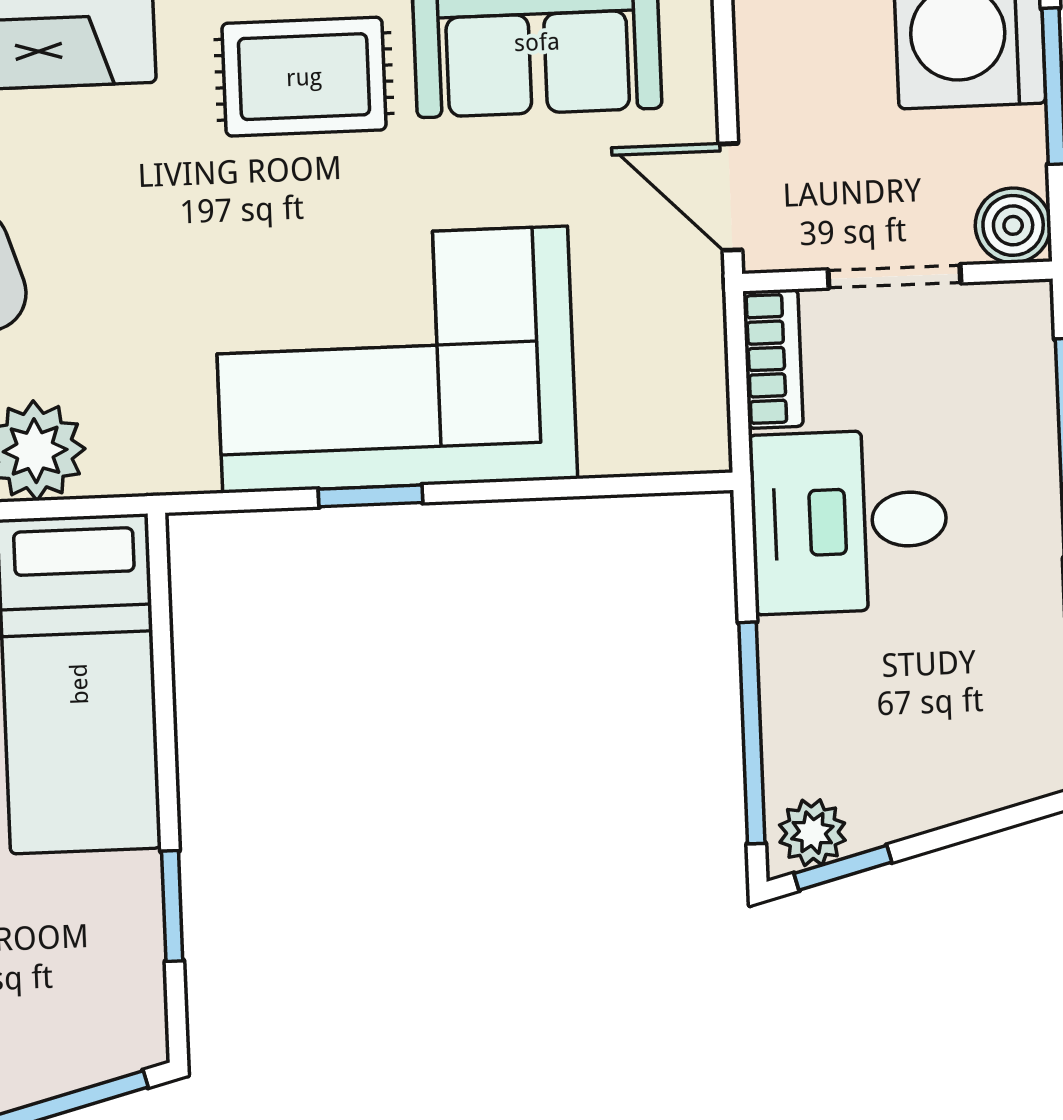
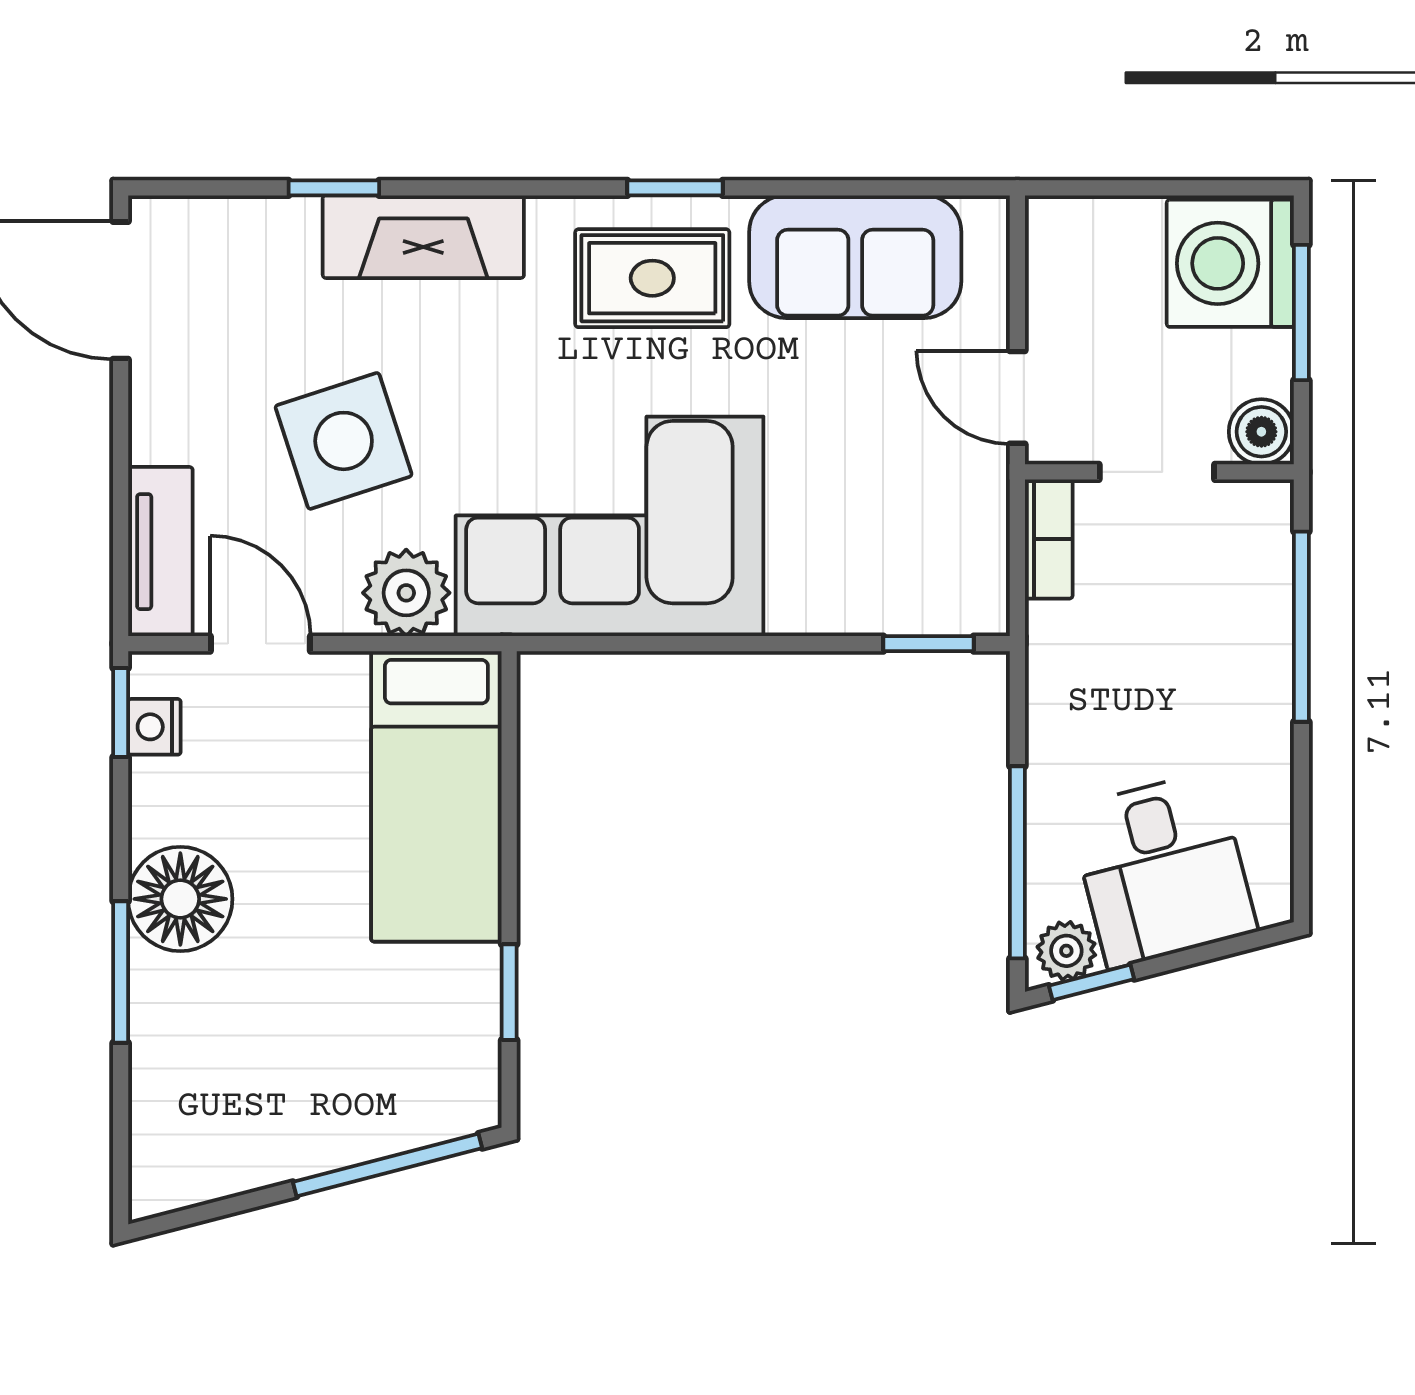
corner sofa: (395, 359) -> (610, 526), moved
window: (371, 496) -> (929, 644), moved
desk: (849, 521) -> (1162, 869), moved, turned -105

